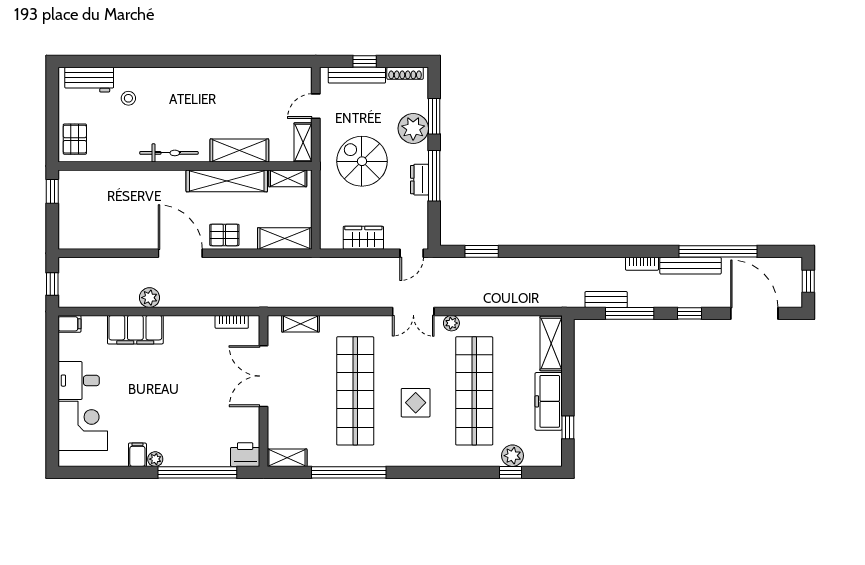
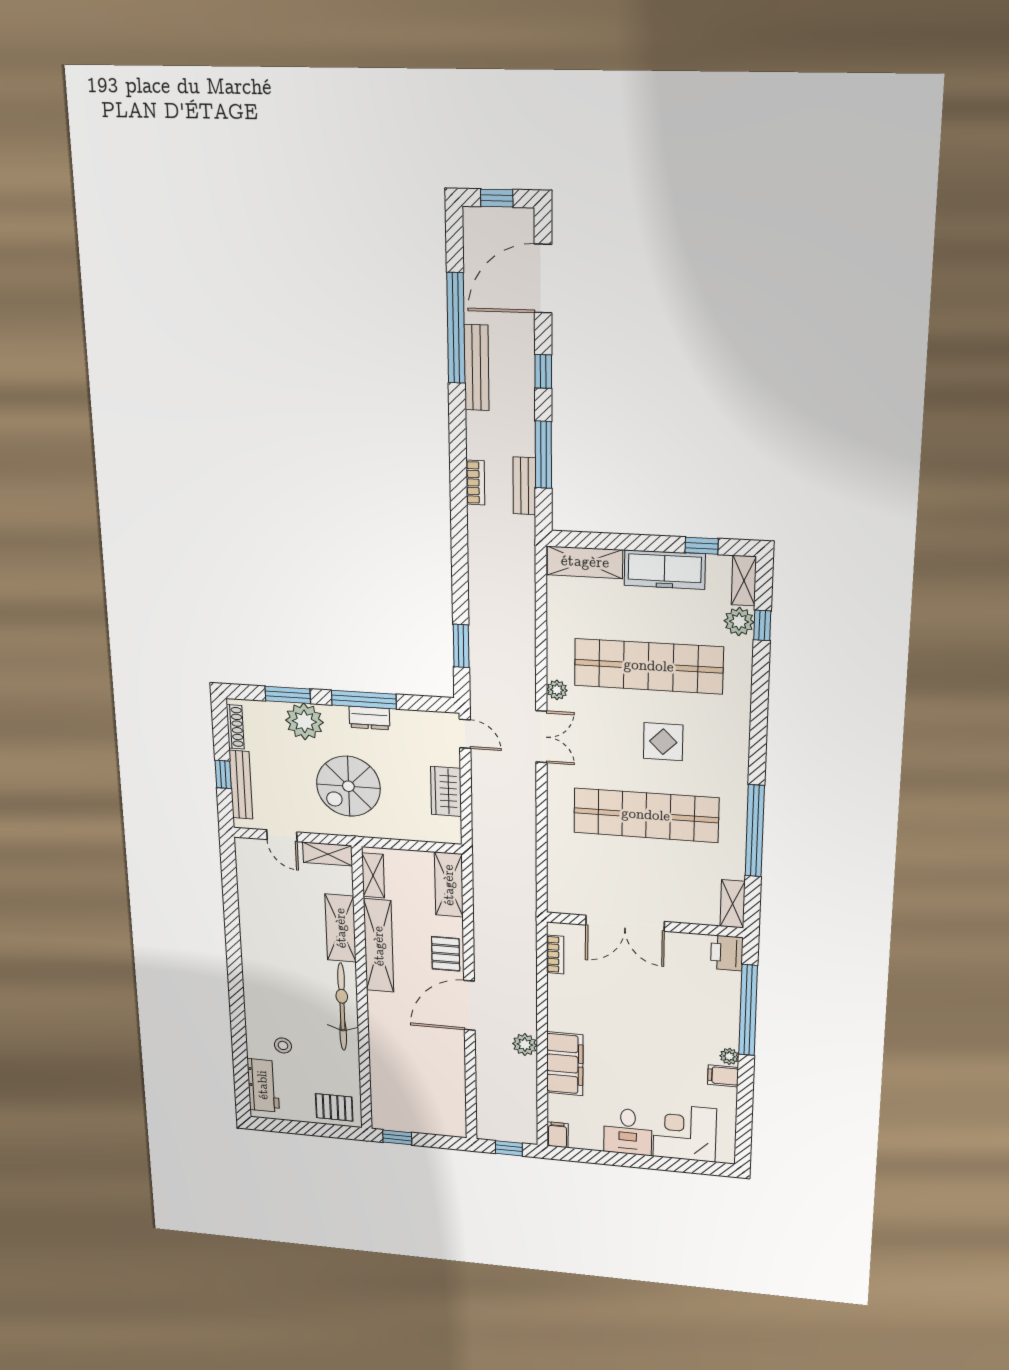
bicycle: (169, 153) -> (342, 1007), width x1.37, depth x1.40
bookcase: (642, 264) -> (475, 483), moved
shelving: (300, 324) -> (744, 581), moved

